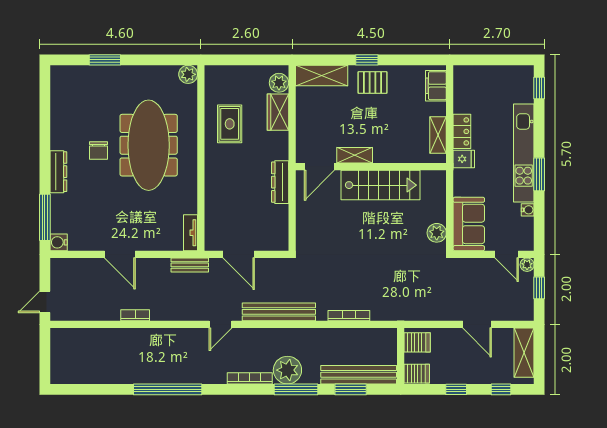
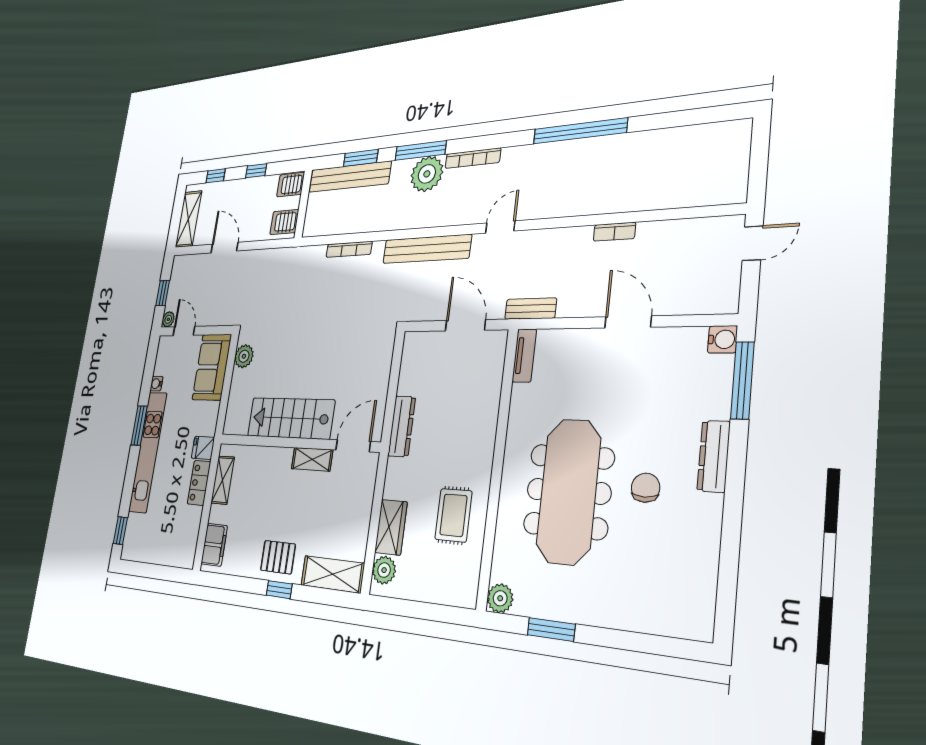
window: (105, 60) -> (551, 629), moved

